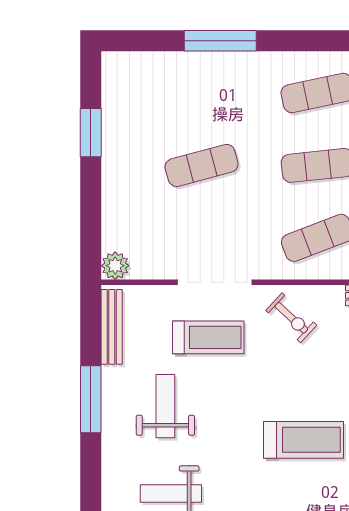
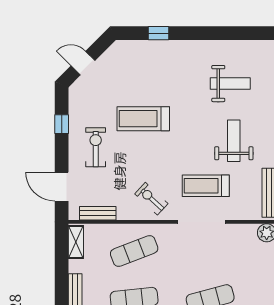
weight bench: (165, 406) -> (234, 141), turned 180

